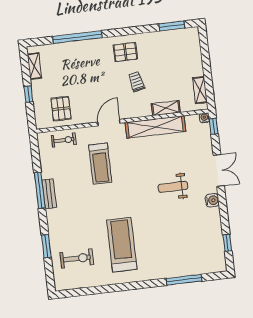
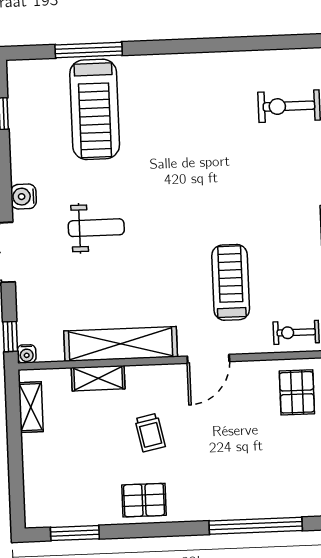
pallet: (125, 52) -> (144, 500), moved
treadmill: (122, 245) -> (95, 109), moved

